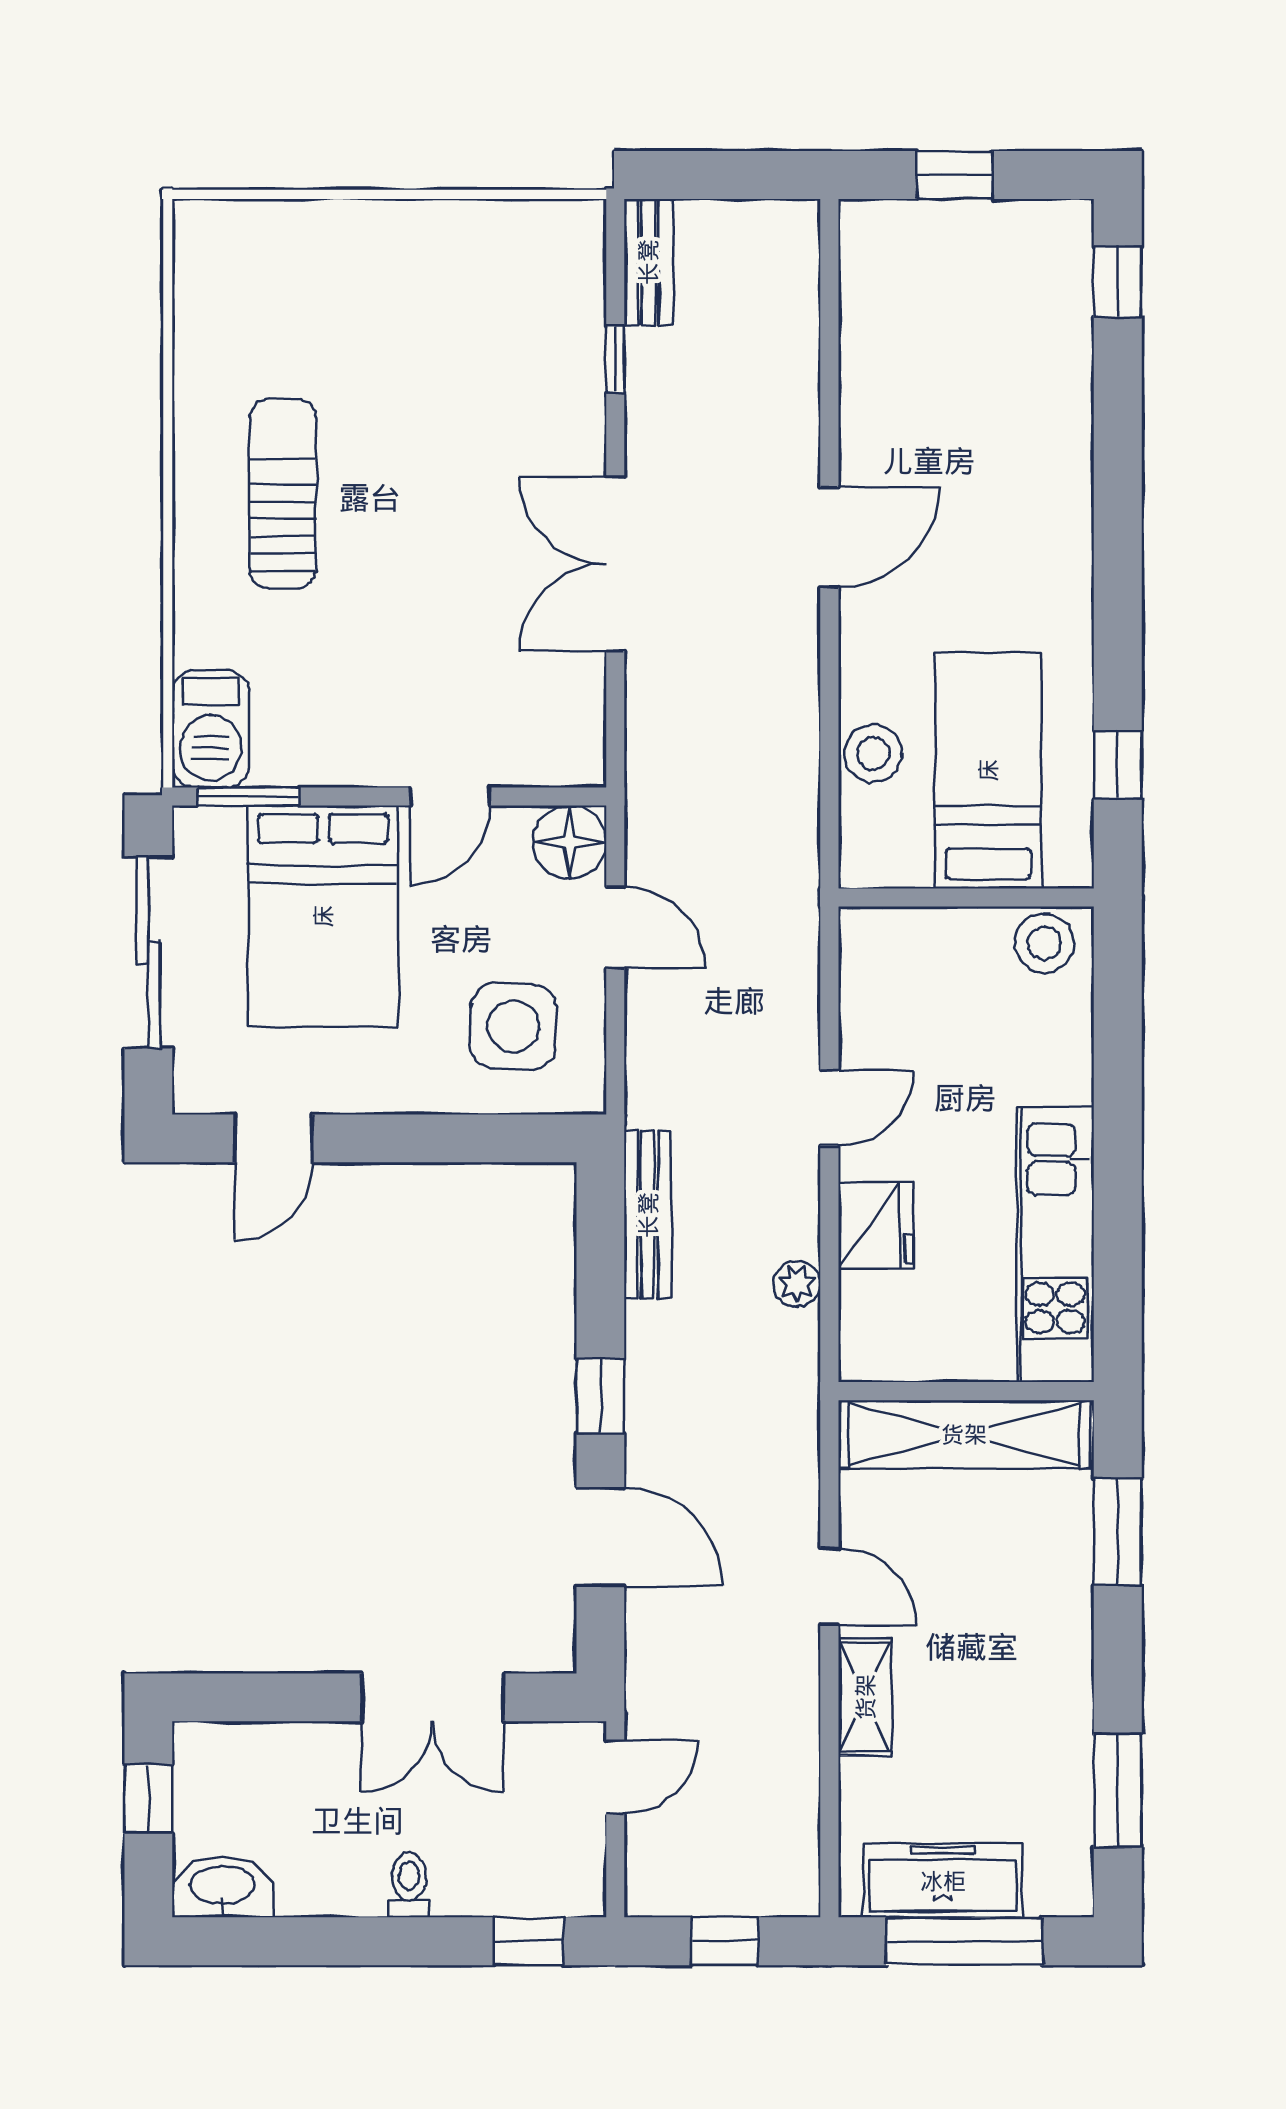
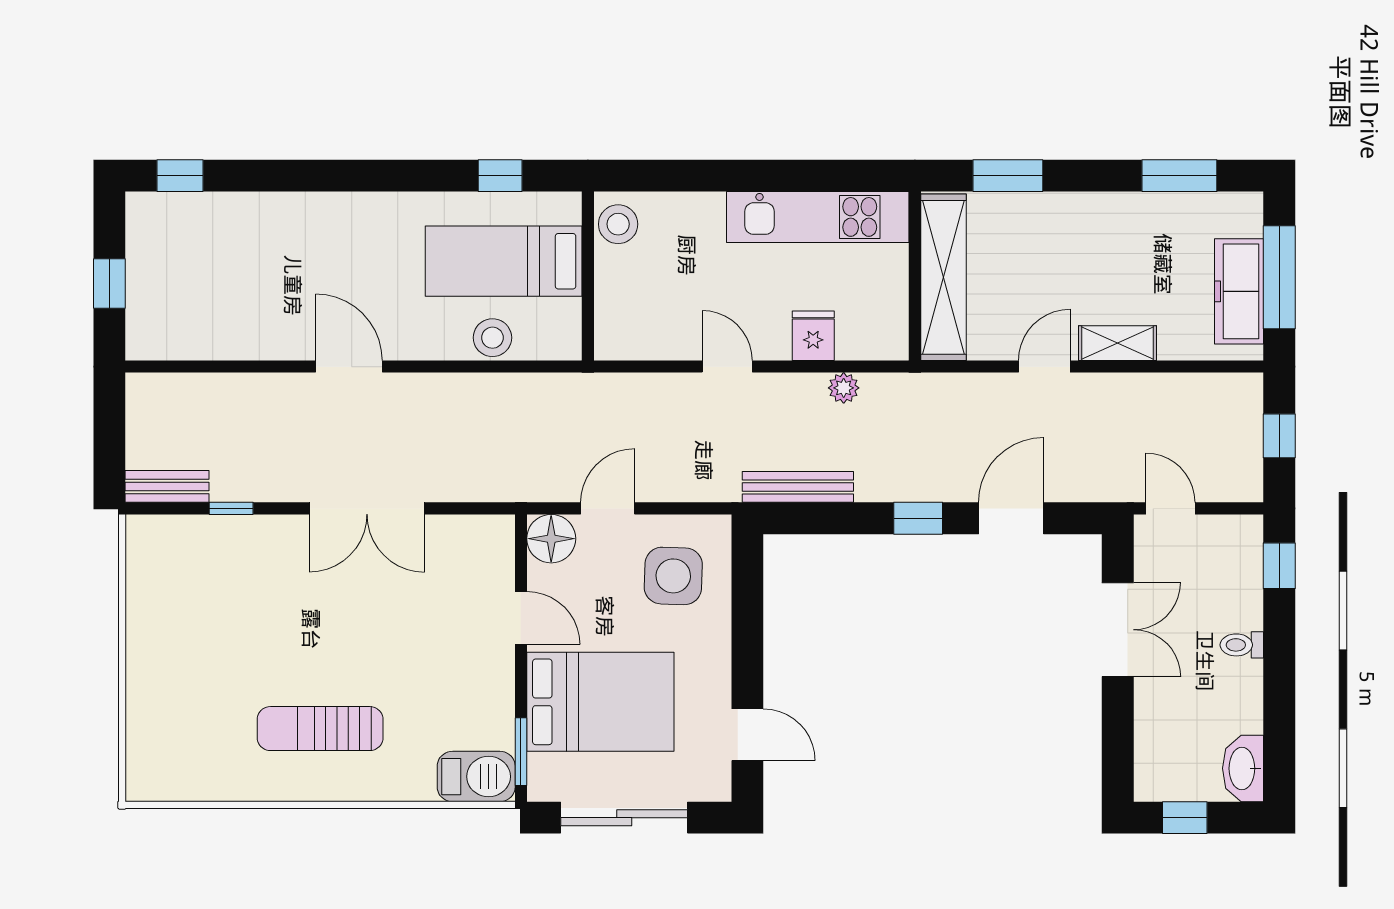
fridge: (876, 1226) -> (813, 336), width x0.72

